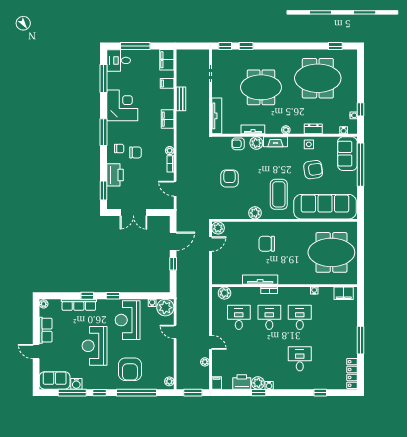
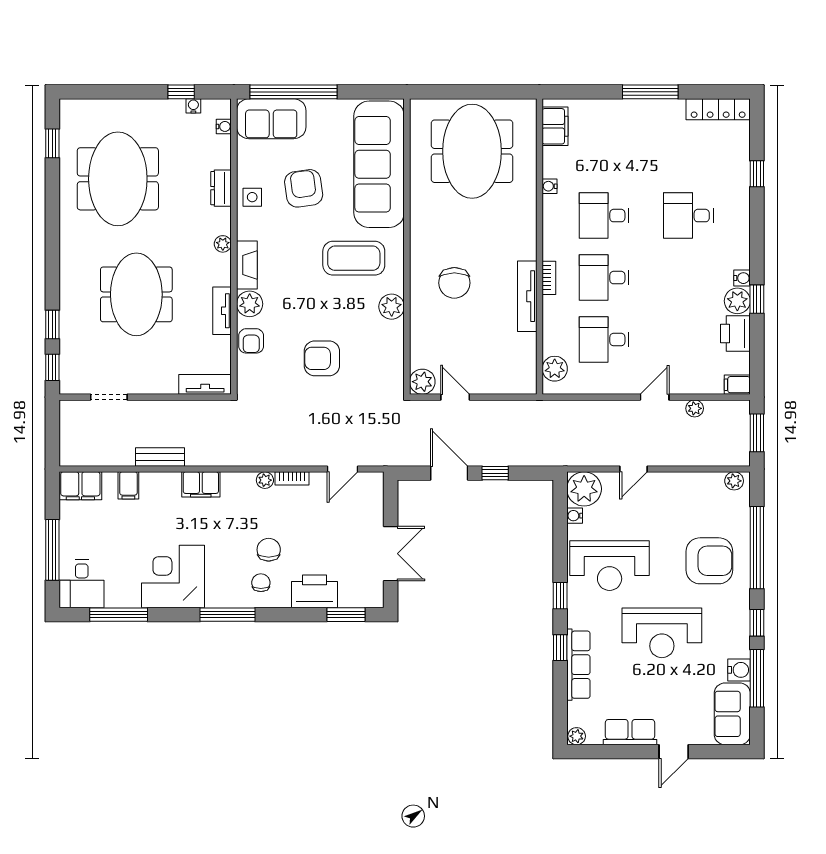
tv unit: (217, 116) -> (205, 384), width x0.71

